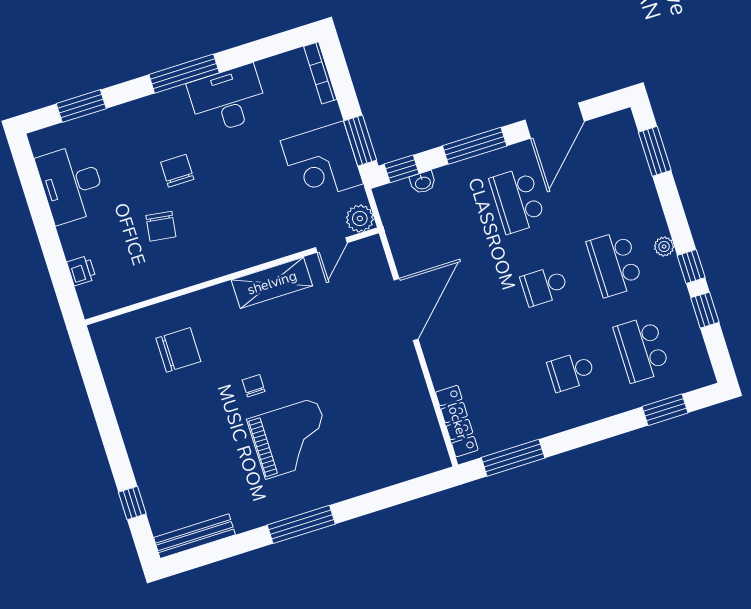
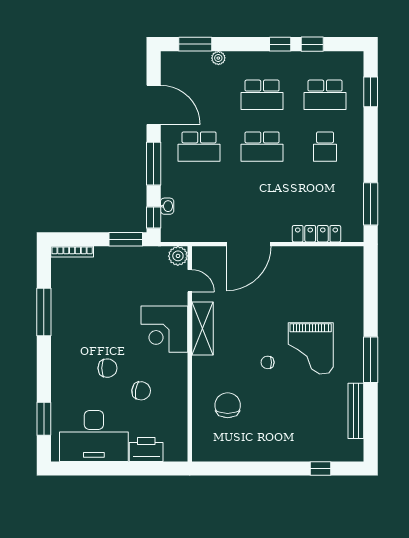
window: (184, 74) -> (44, 312), moved
desk: (228, 99) -> (70, 319), removed
corner desk: (322, 162) -> (164, 329), moved, turned 90
chair: (177, 171) -> (107, 368), turned 180
desk: (71, 184) -> (94, 436), width x1.36, depth x1.30
plant: (664, 247) -> (218, 58), moved
printer: (81, 270) -> (146, 449), width x1.87, depth x1.48
school desk: (544, 286) -> (262, 147), width x1.85
door: (406, 309) -> (249, 244), swing flipped
locker: (457, 421) -> (316, 234), moved
grand piano: (291, 438) -> (311, 348), turned 180
bench: (194, 536) -> (356, 411), moved

